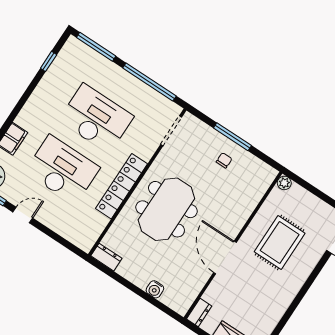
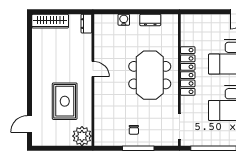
plant: (284, 183) -> (82, 136), width x1.87, depth x1.87
dresser: (106, 257) -> (150, 20), moved
door: (225, 257) -> (93, 69), width x0.53

